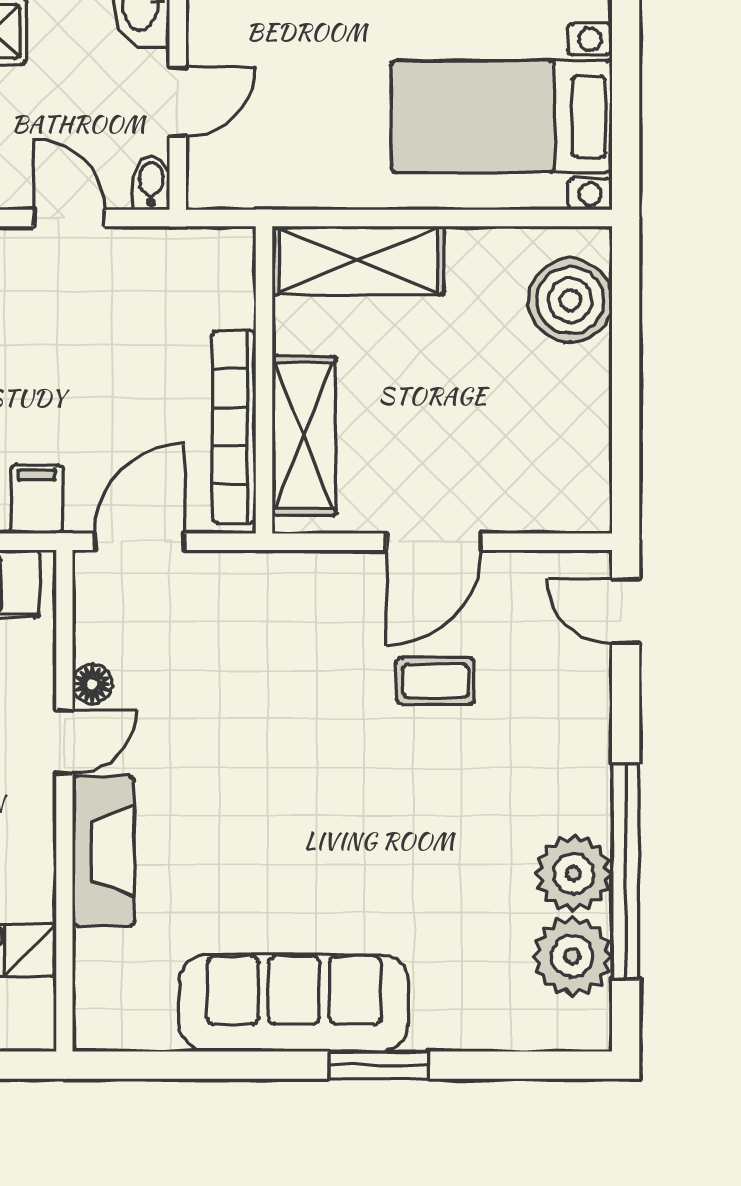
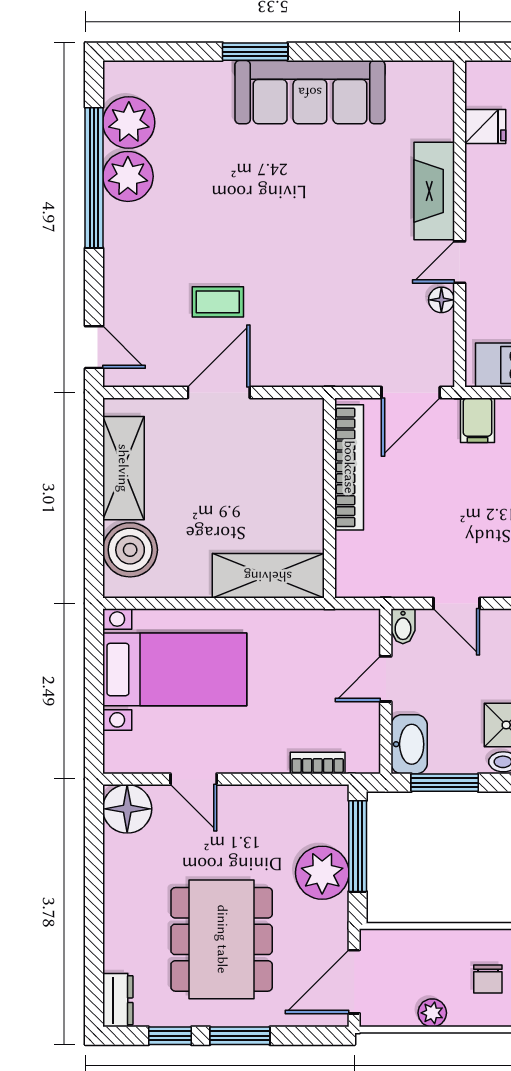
shelving: (304, 436) -> (123, 468), moved

